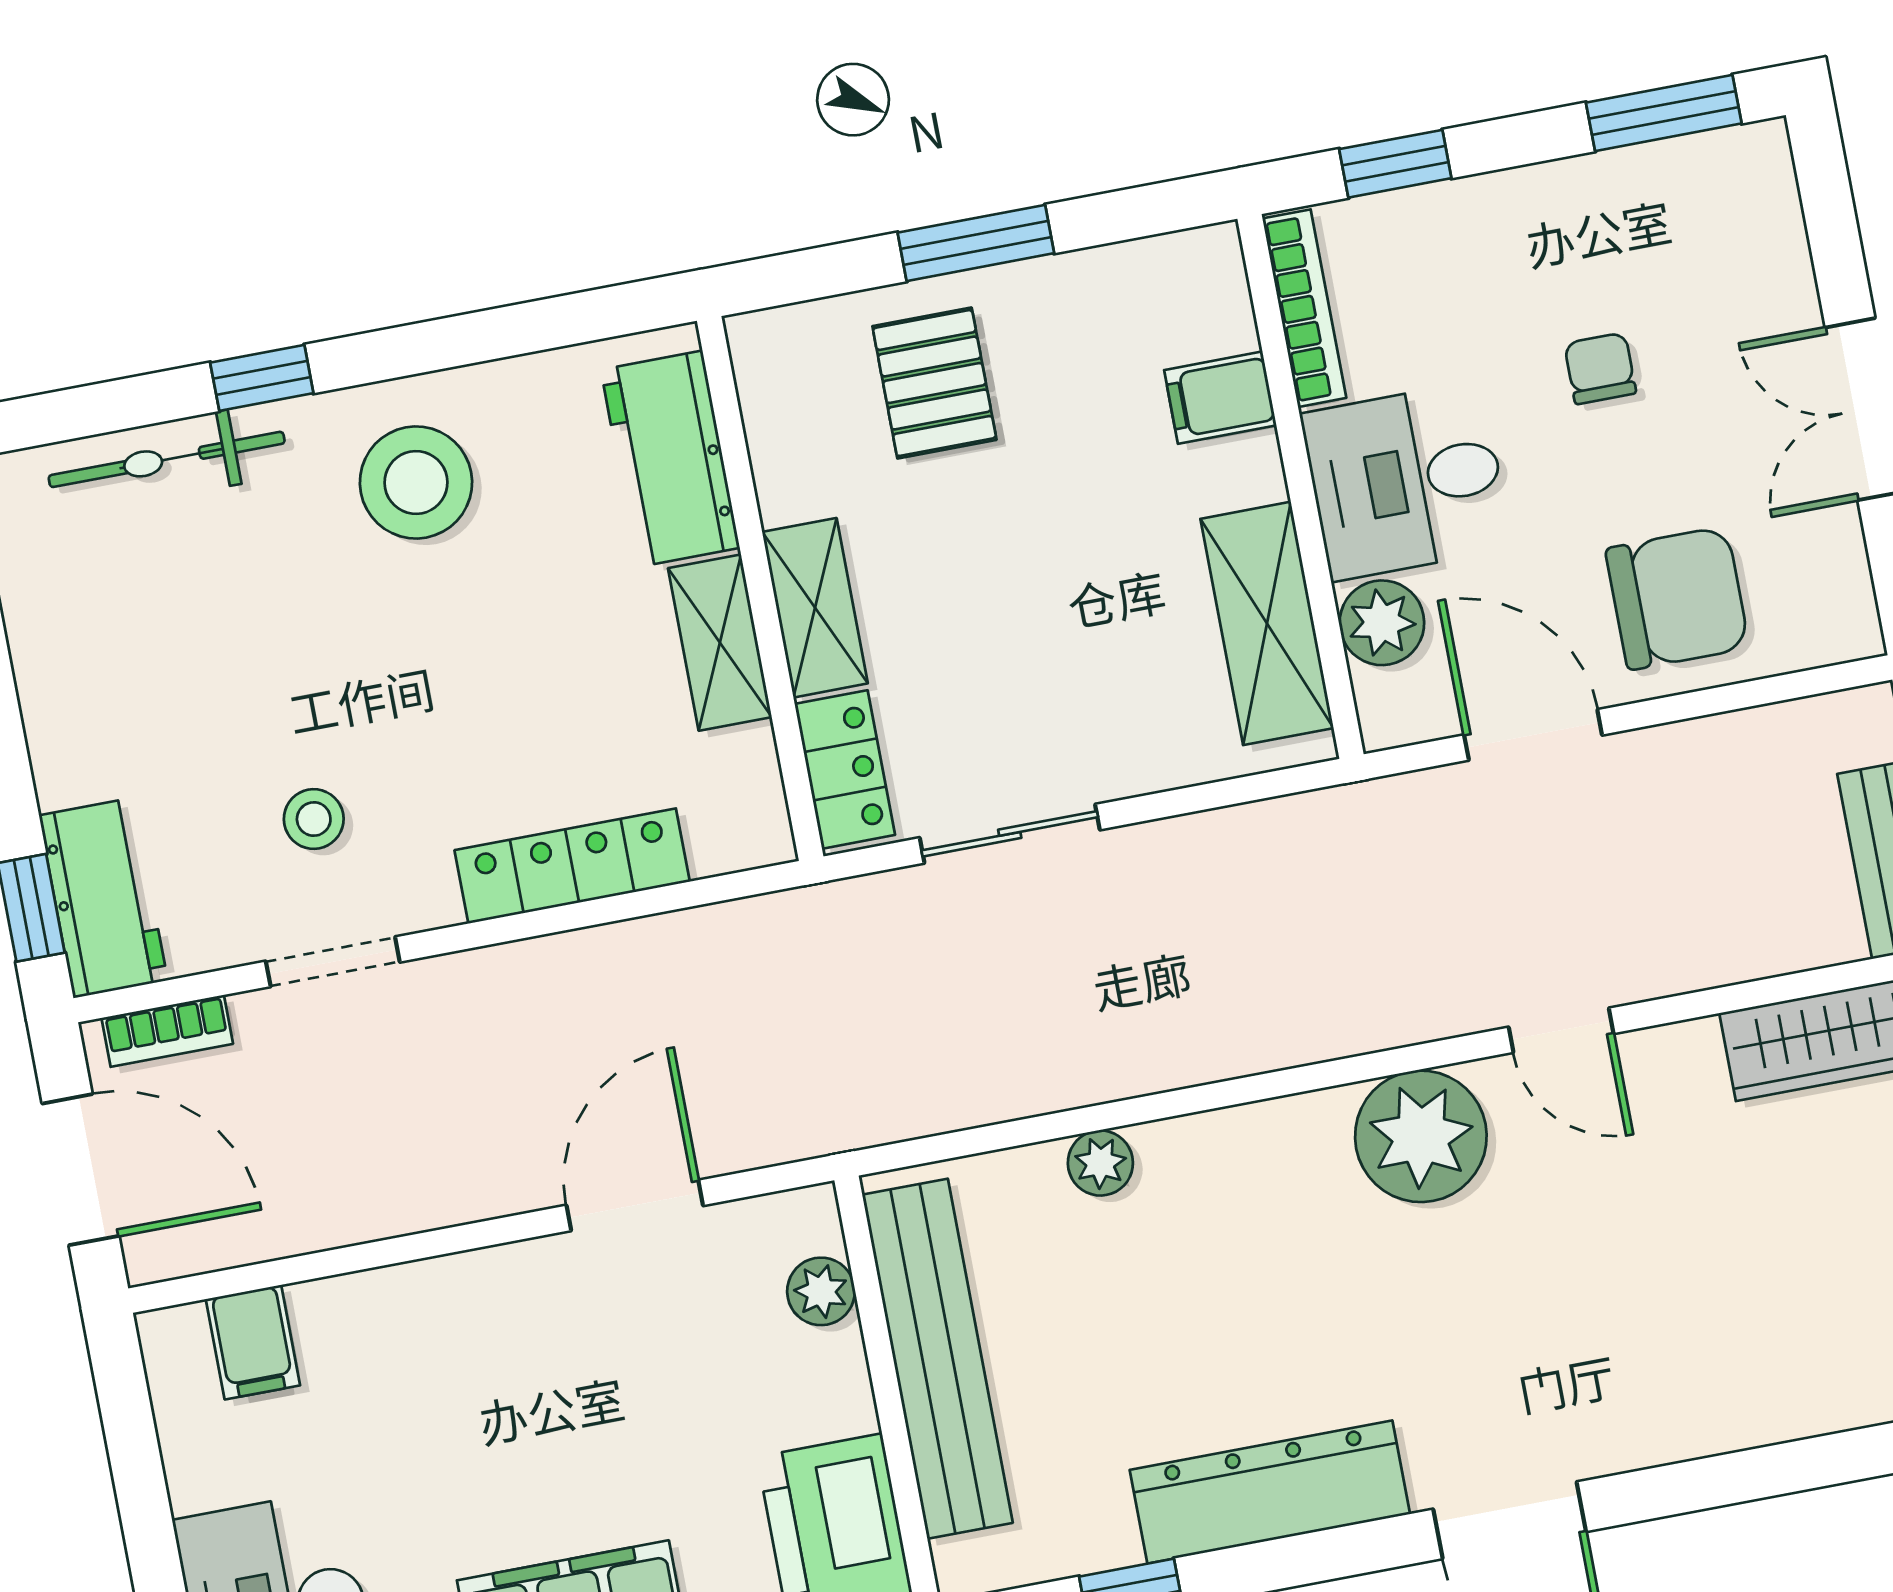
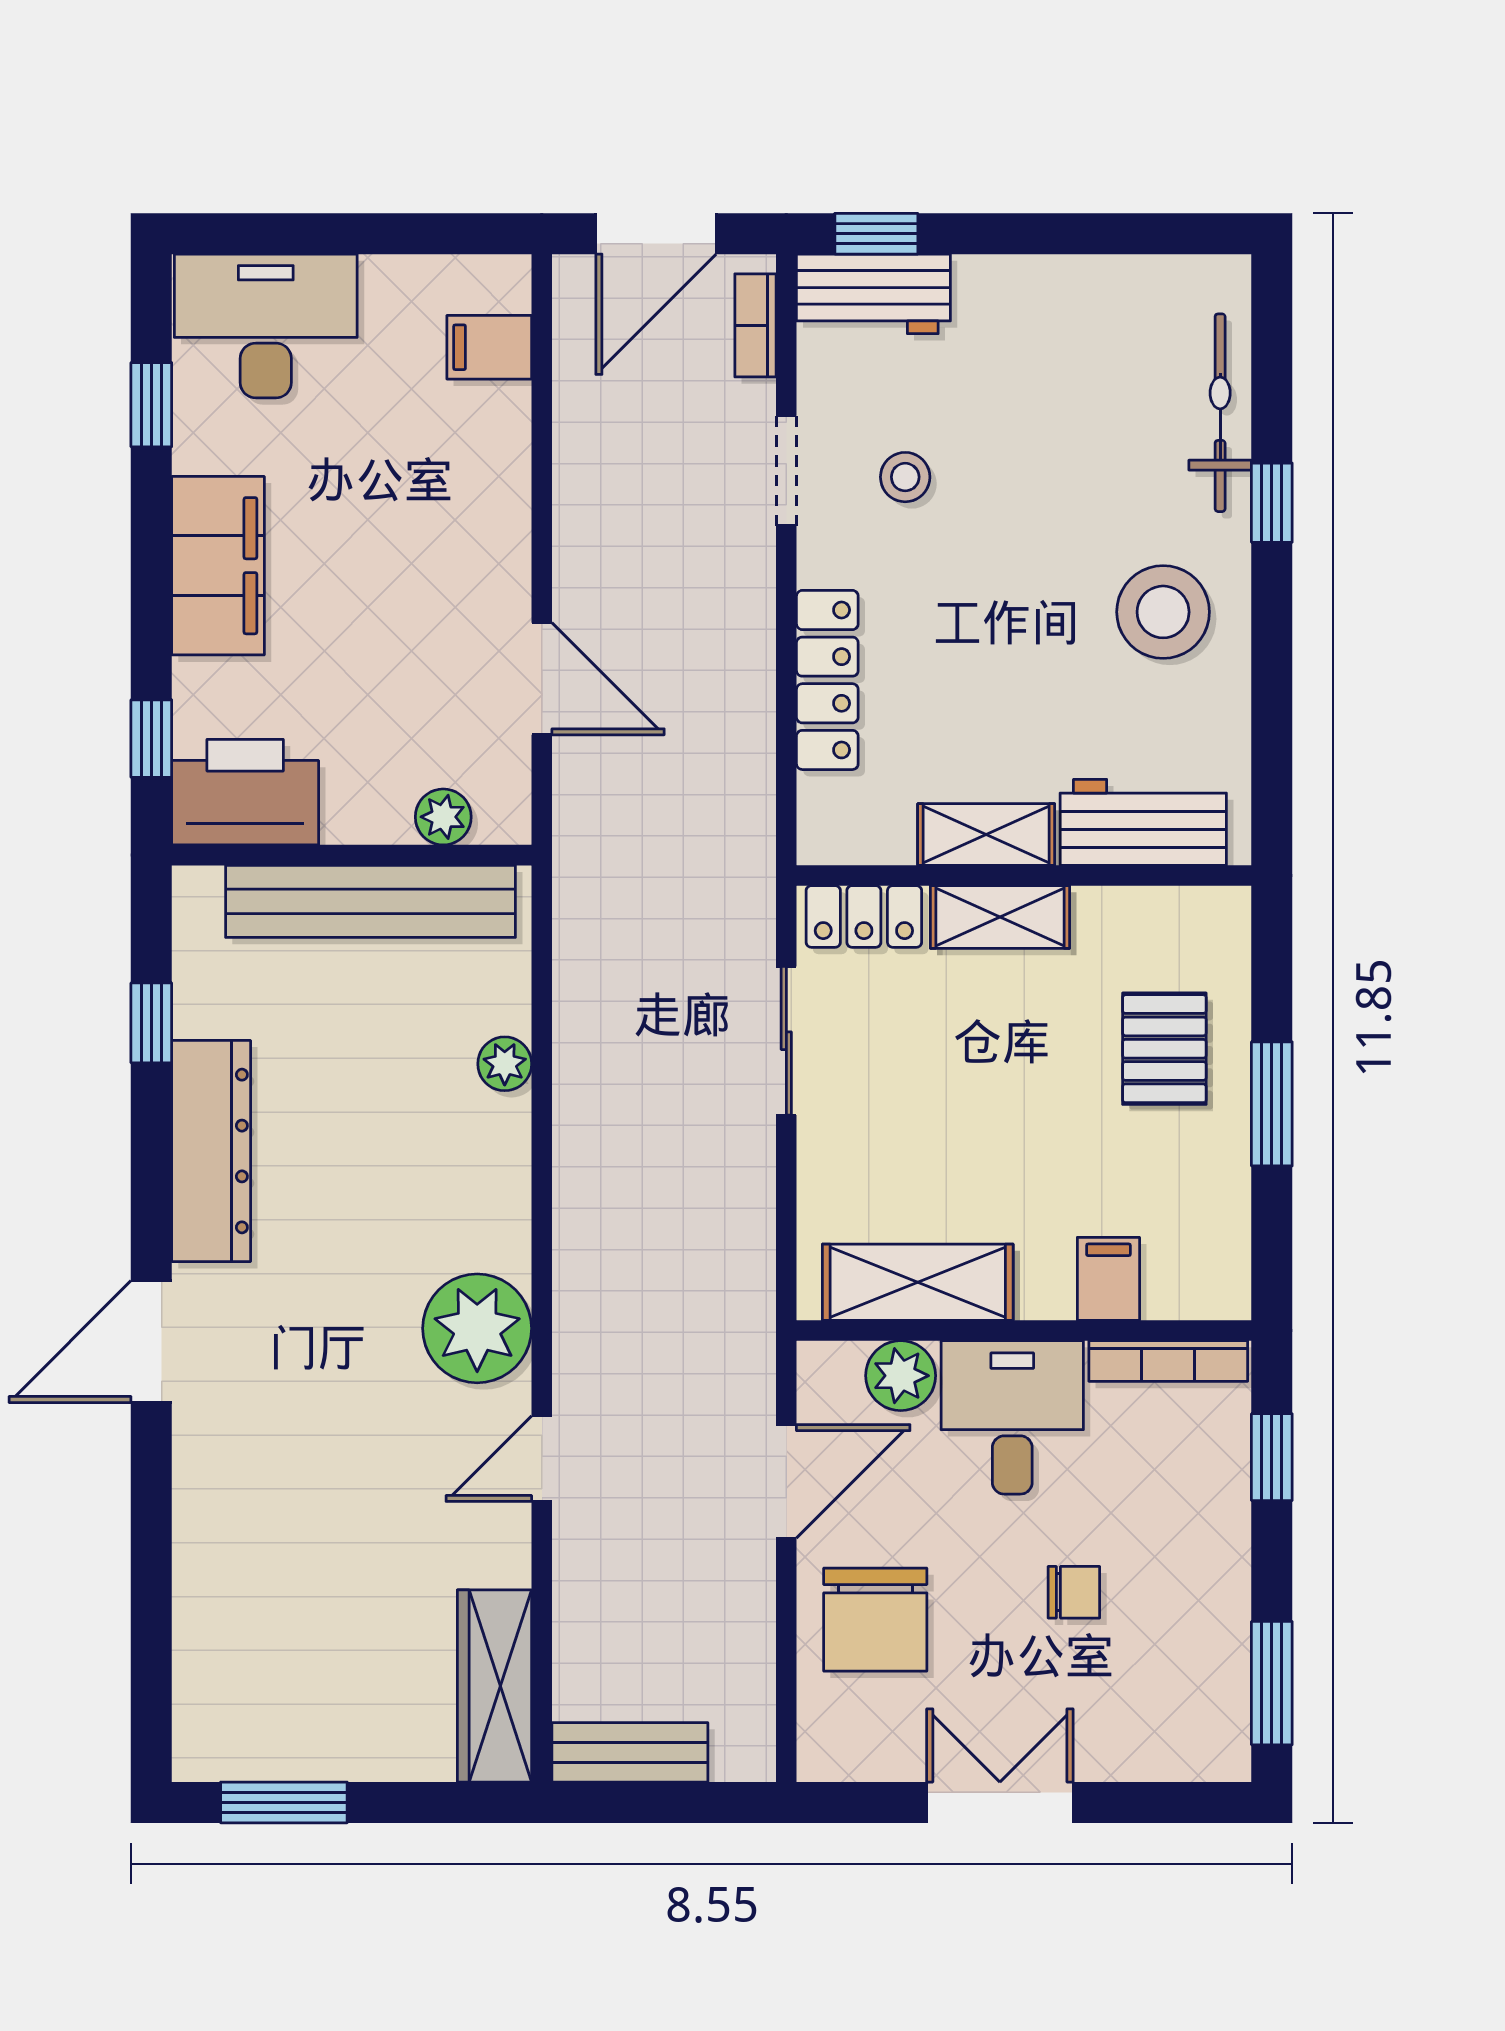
pallet: (934, 383) -> (1164, 1049), turned 90

